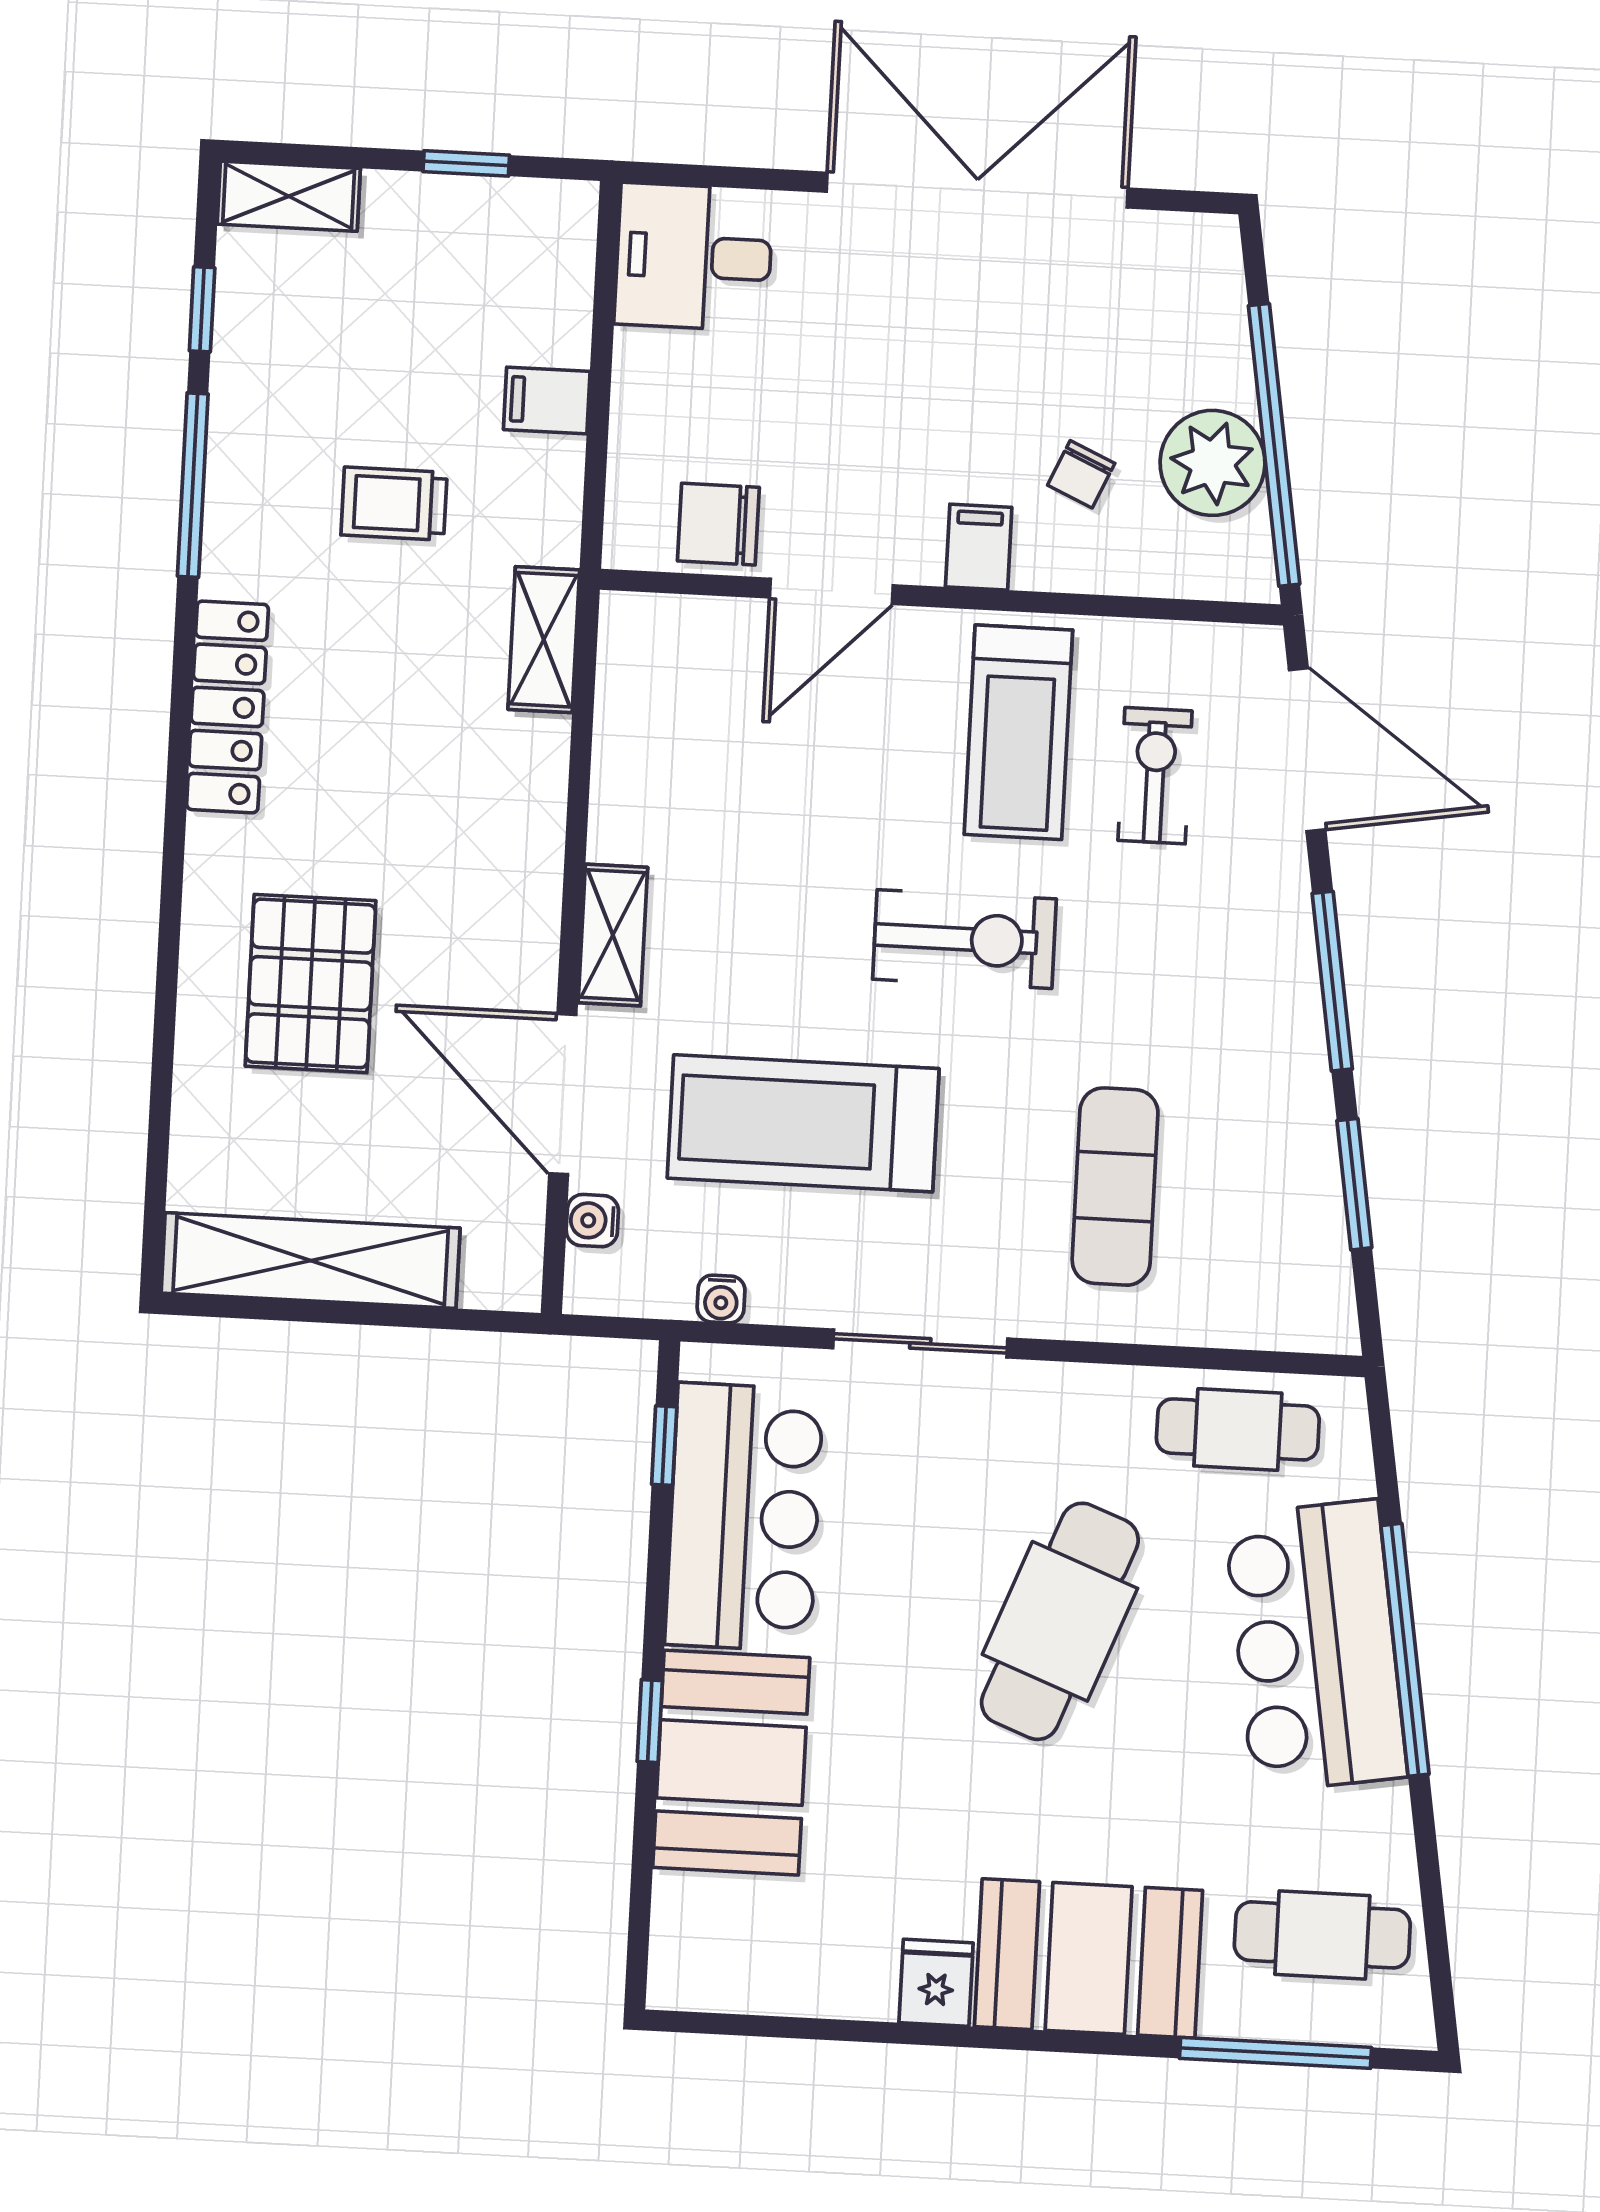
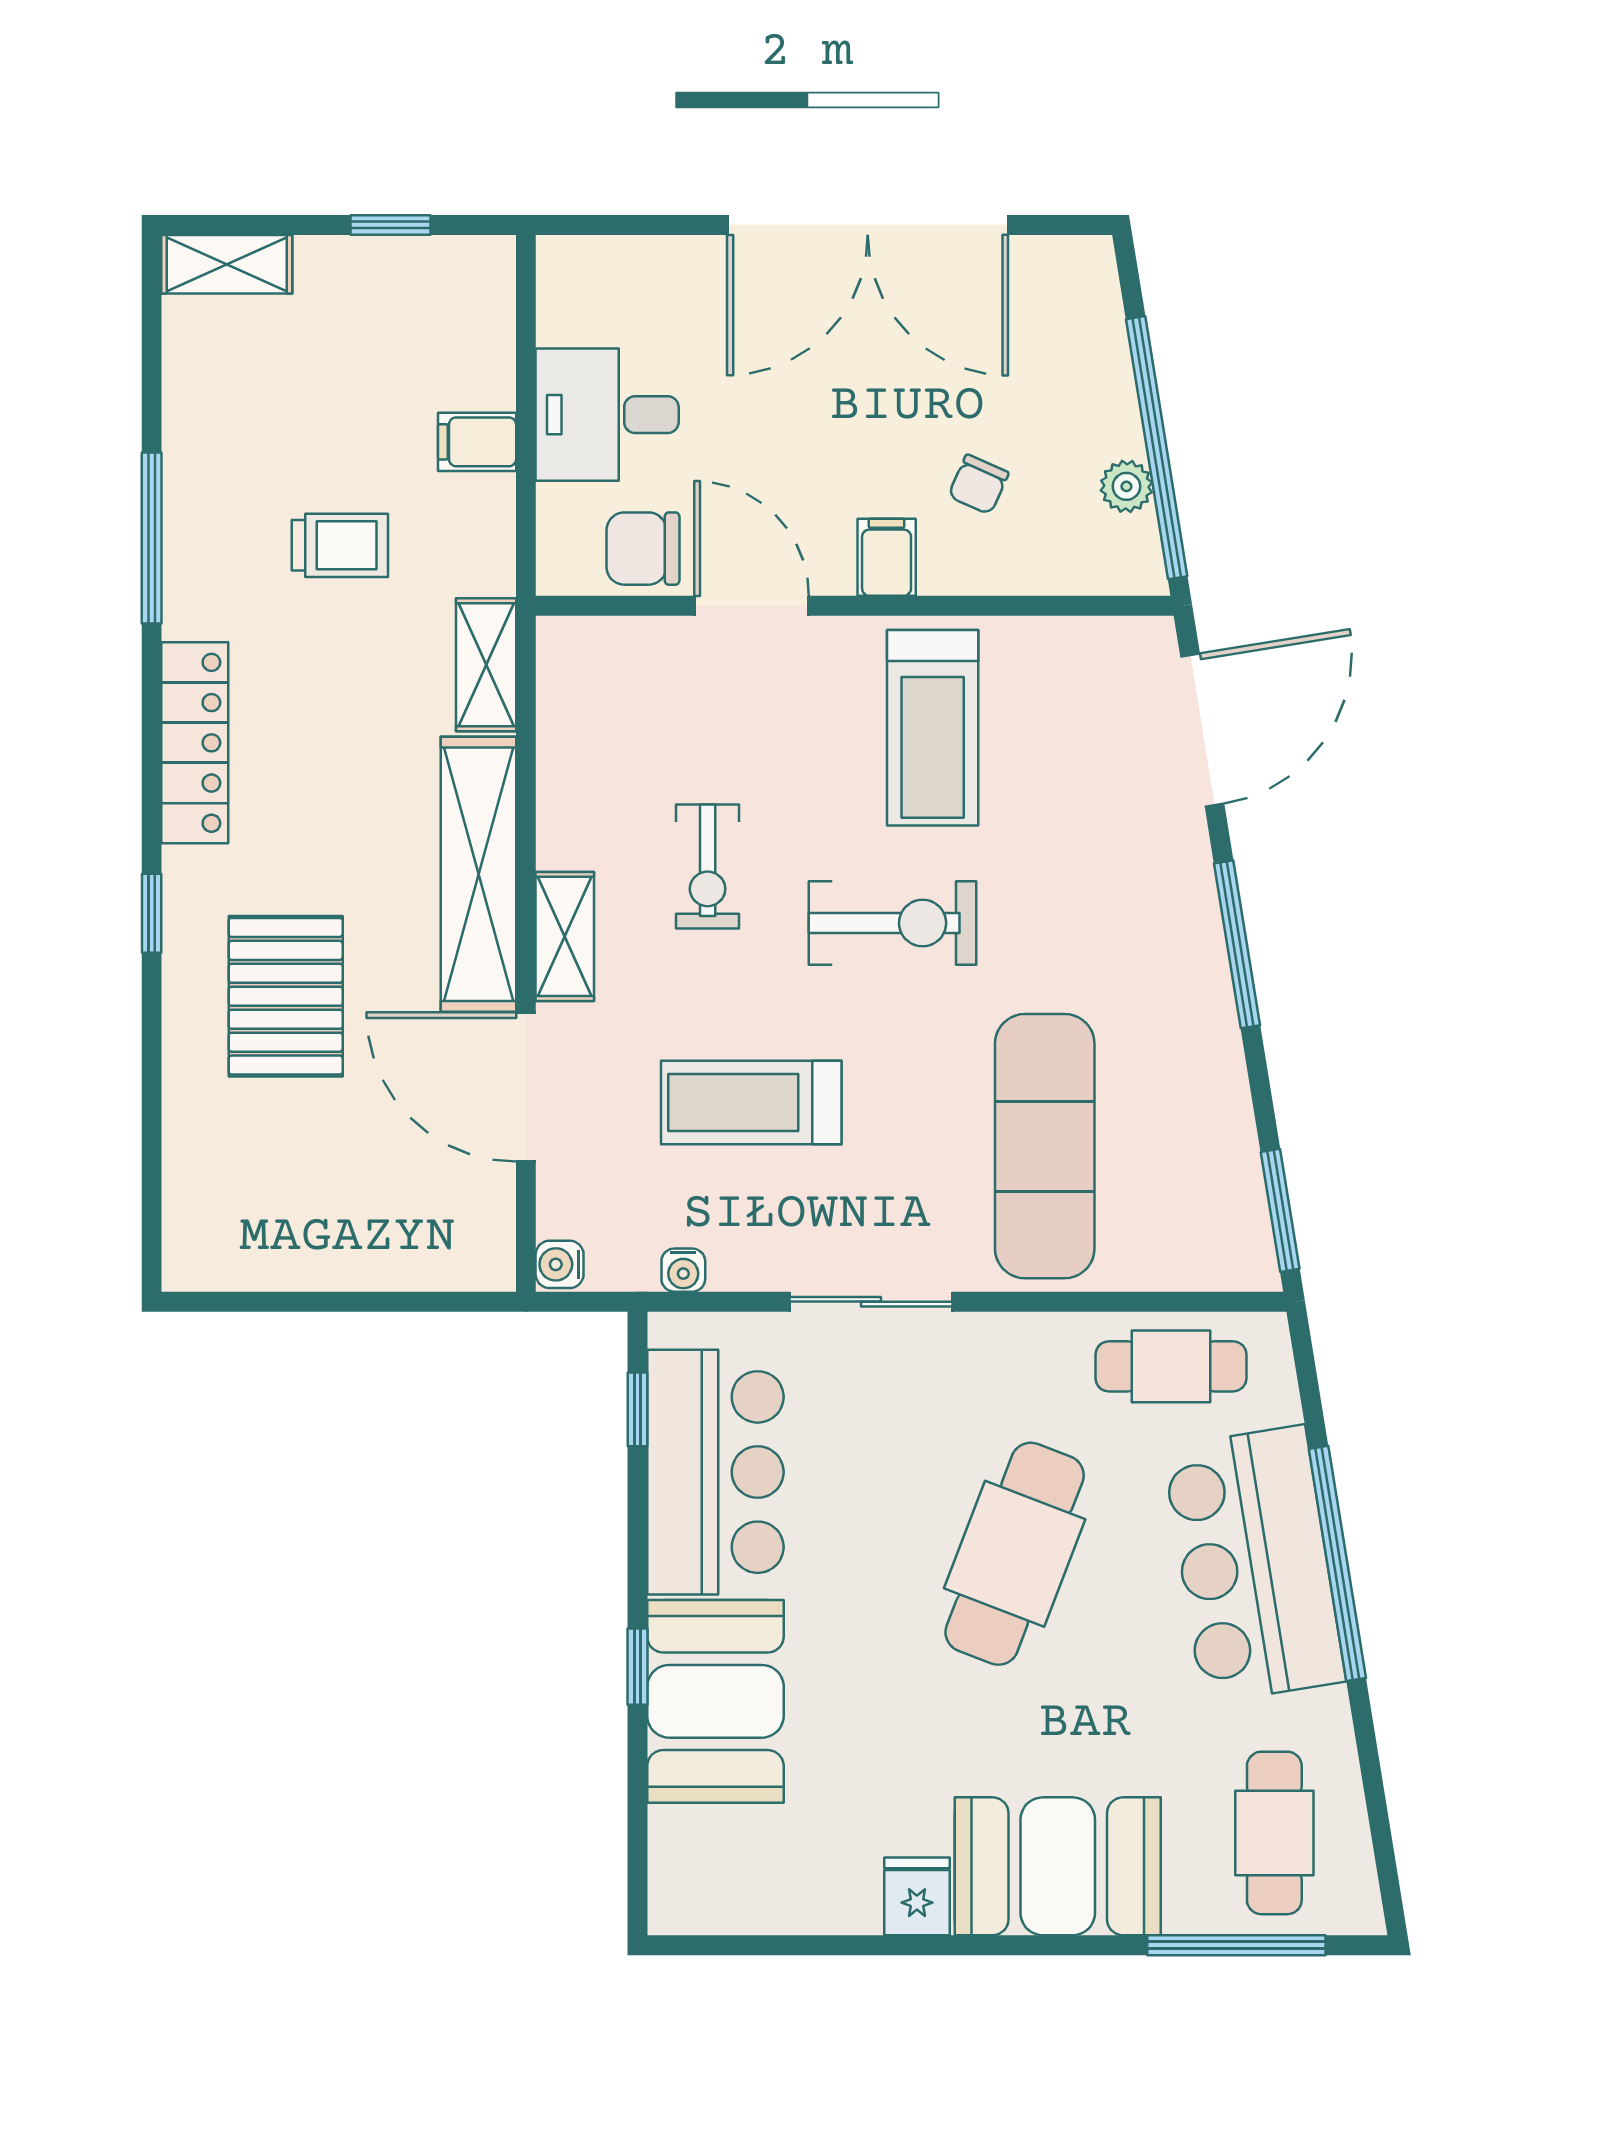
double door: (977, 190) -> (868, 225), swing flipped
desk: (694, 257) -> (607, 415), moved
window: (202, 309) -> (152, 913), moved
plant: (1213, 463) -> (1126, 486), width x0.53, depth x0.53
trolley: (394, 504) -> (340, 545), turned 180
door: (831, 591) -> (752, 606), swing flipped
door: (1307, 750) -> (1202, 730), hinge flipped
exercise bike: (1155, 776) -> (708, 867), moved, turned 180
treadmill: (803, 1123) -> (751, 1103), width x0.73, depth x0.73
window: (1354, 1184) -> (1280, 1210), moved
exercise mat: (1115, 1187) -> (1045, 1146), width x1.36, depth x1.45
water cooler: (592, 1221) -> (560, 1264), moved
shelving: (311, 1261) -> (479, 874), moved, turned 90
cafe table: (1322, 1935) -> (1274, 1833), turned 90

